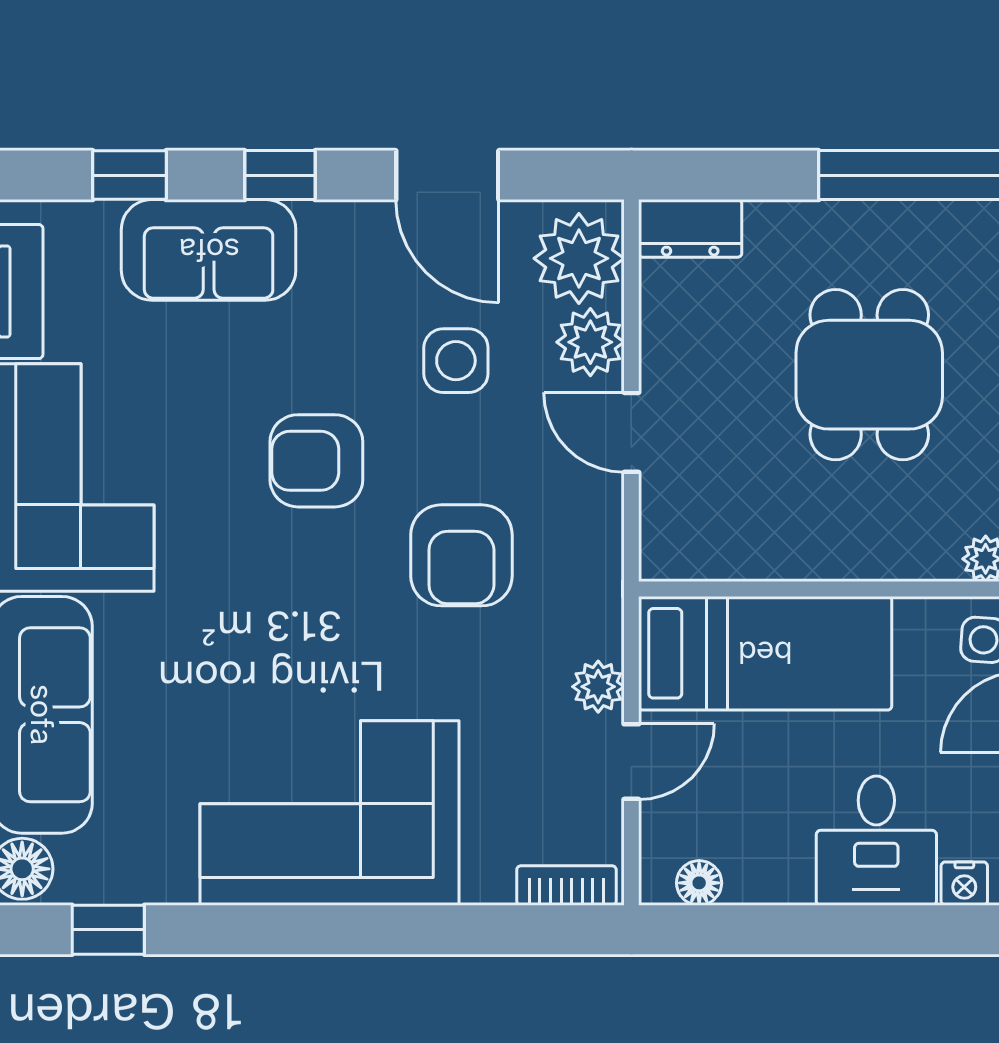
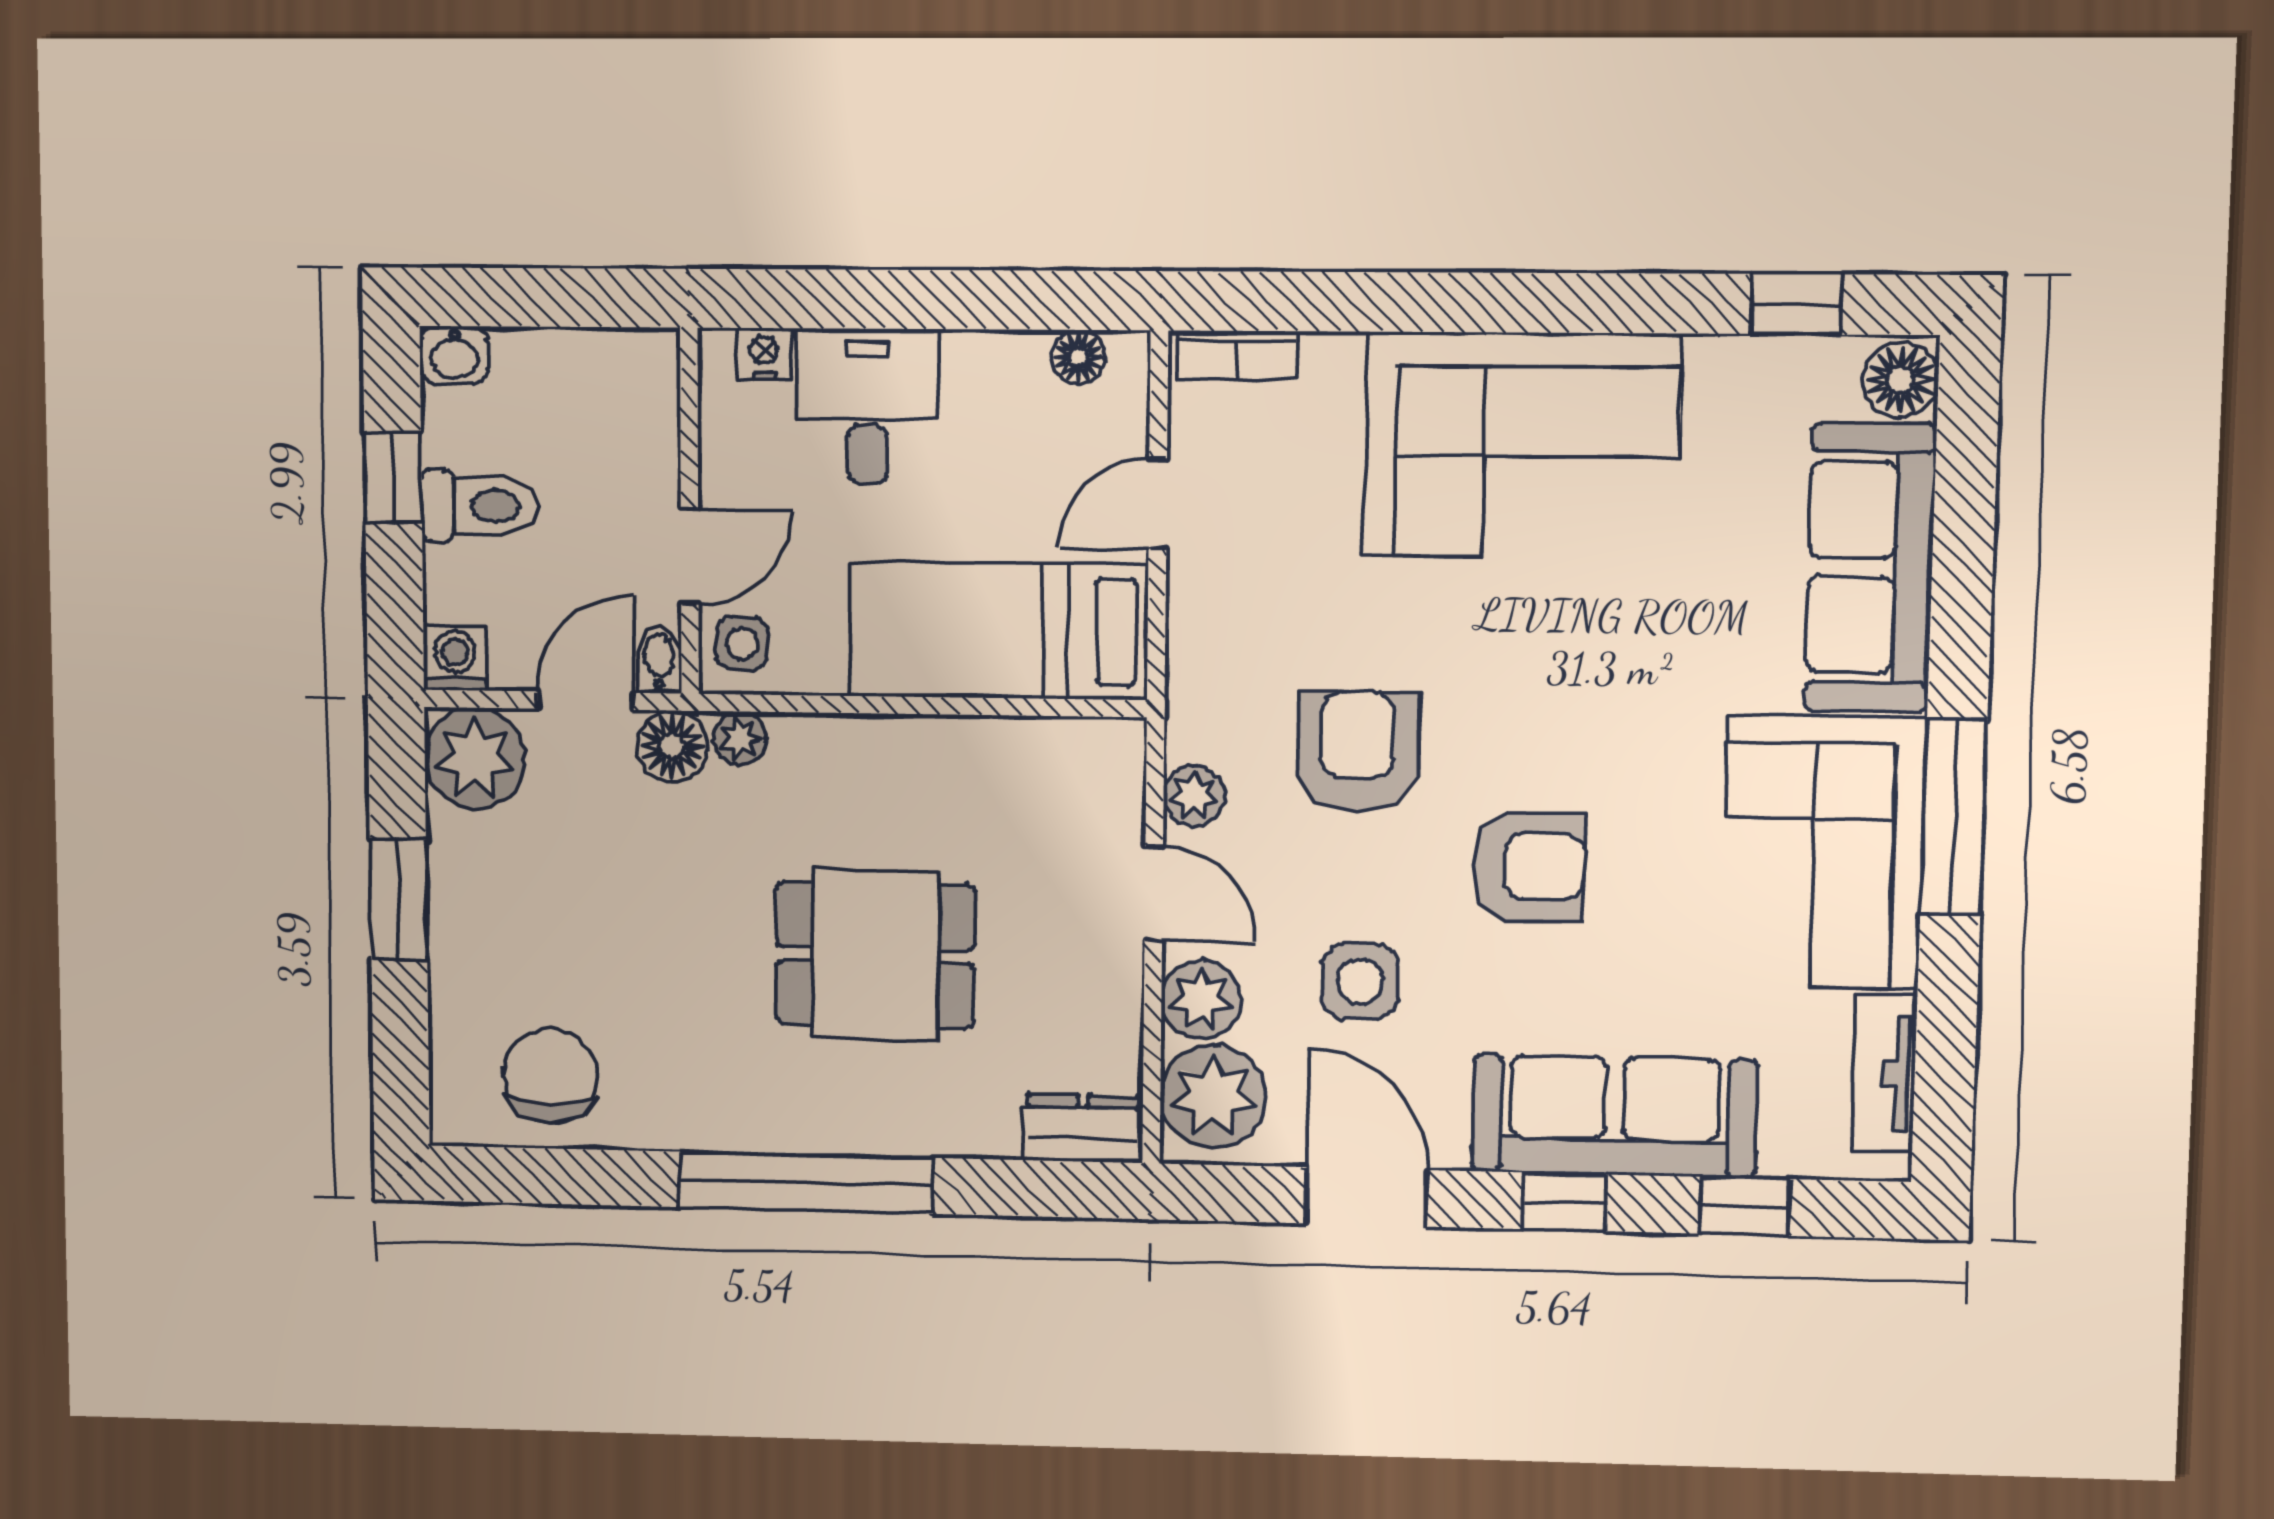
sofa: (209, 250) -> (1614, 1116), width x1.36
dining table: (869, 375) -> (875, 955), turned 90
plant: (598, 687) -> (1194, 796), moved

